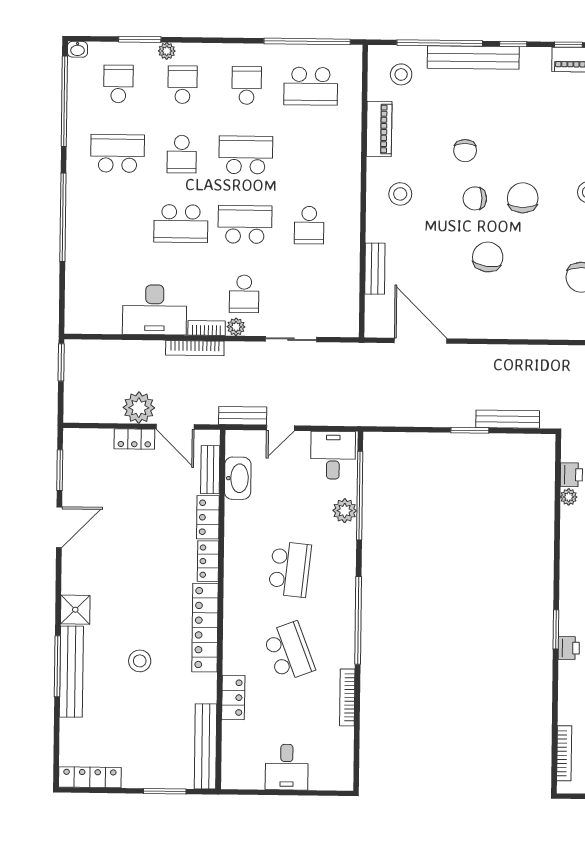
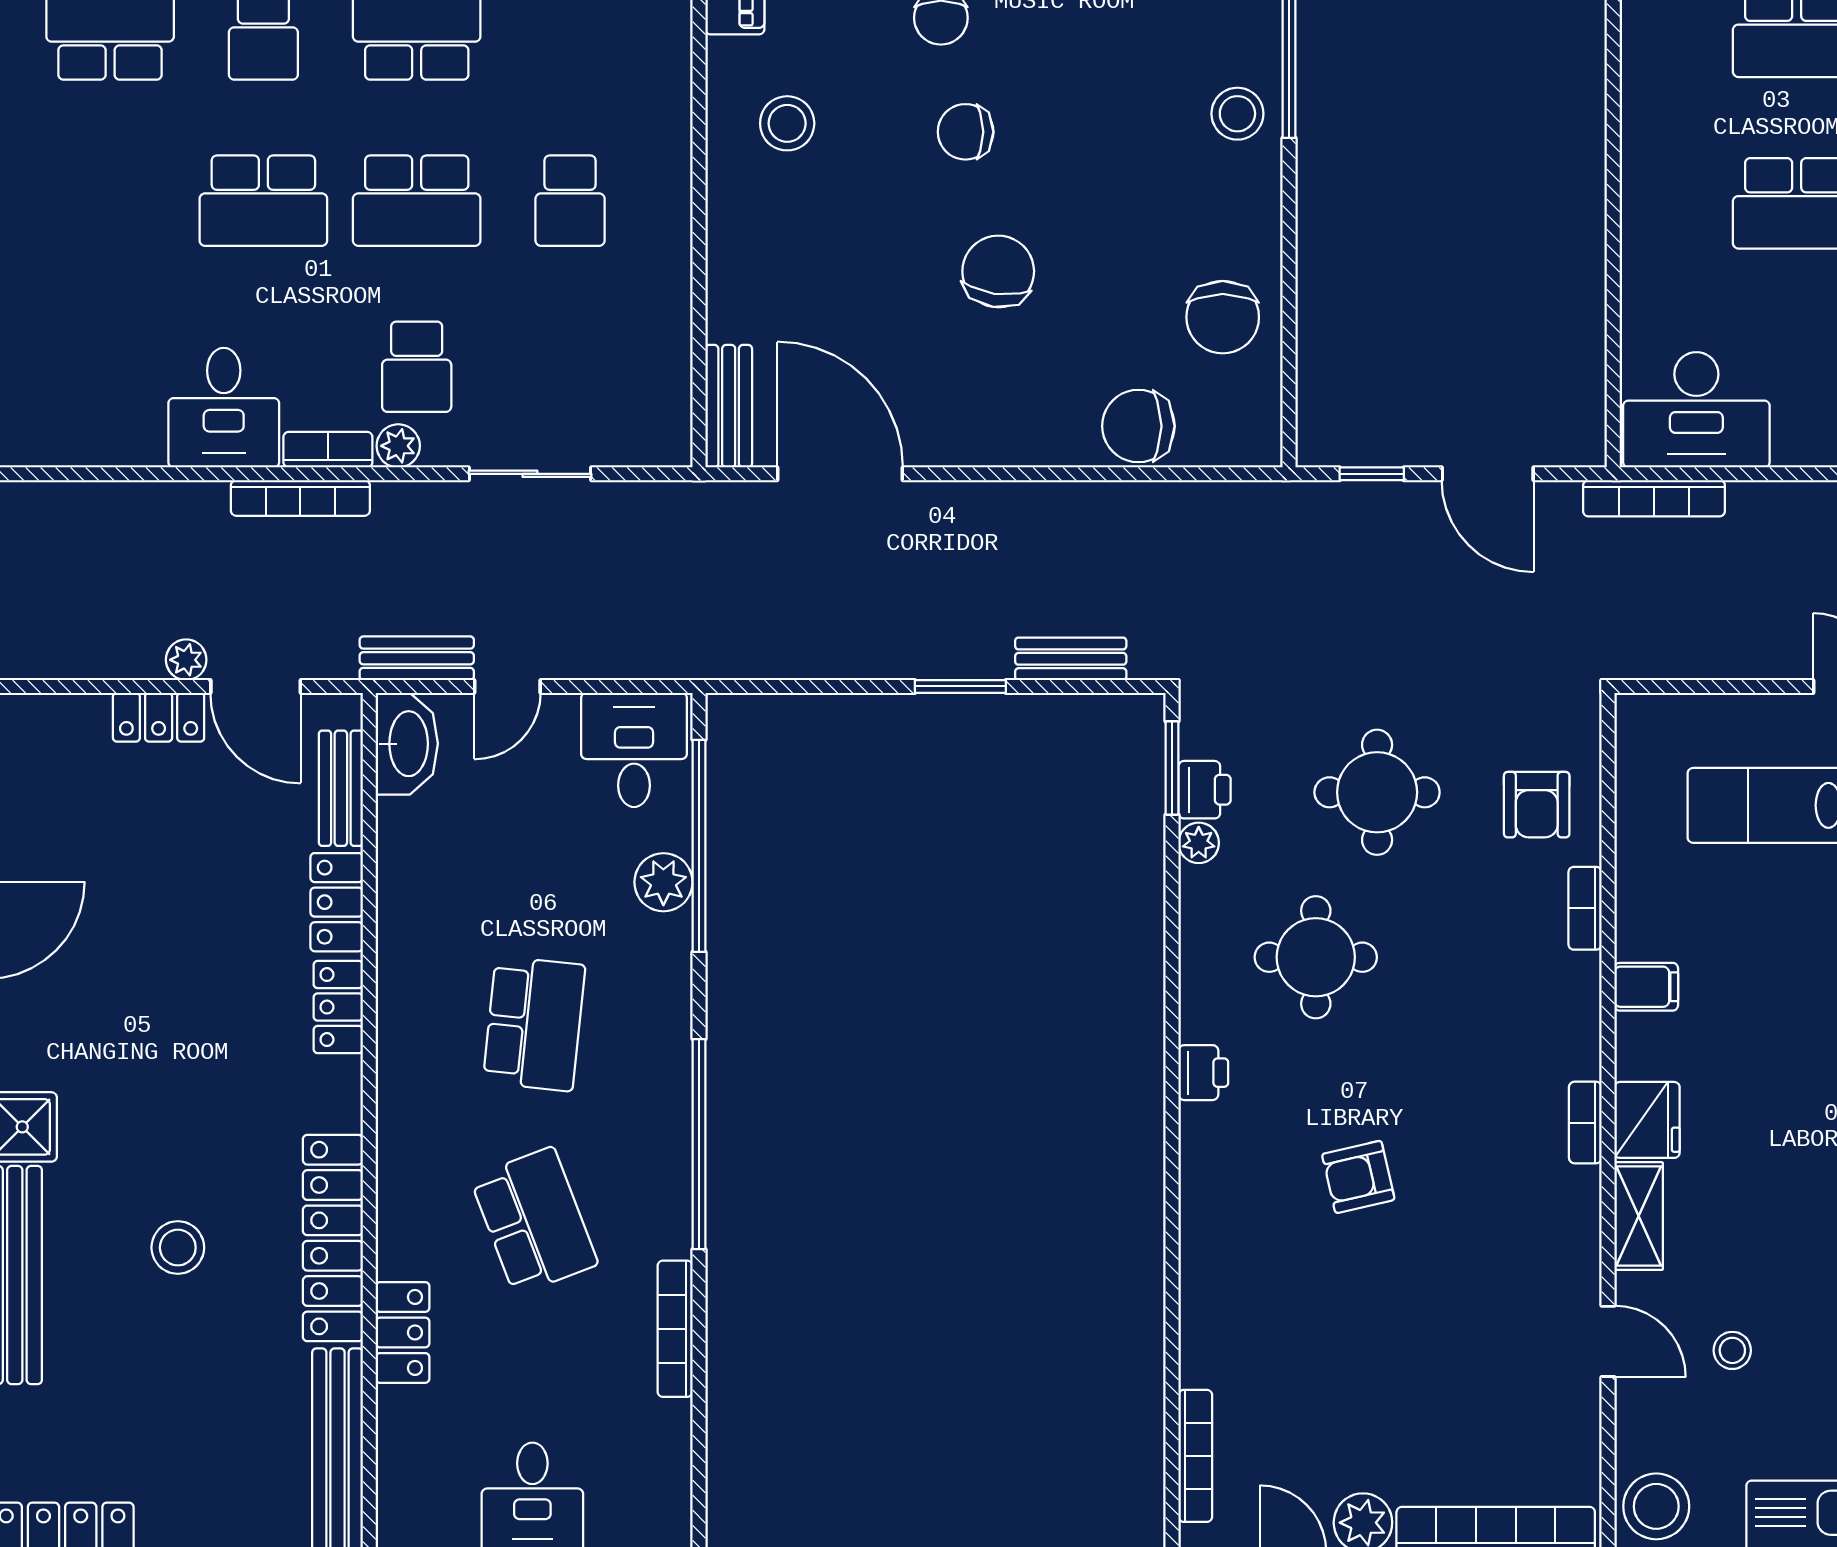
chair: (523, 198) -> (1138, 426), moved, turned -90
school desk: (245, 224) -> (417, 201), turned 180
bench: (375, 269) -> (729, 406), moved
desk: (155, 310) -> (224, 408), width x0.73
plant: (139, 408) -> (186, 660), width x0.53, depth x0.53
bench: (508, 419) -> (1071, 659), width x0.73
washbasin: (238, 478) -> (407, 744), moved
locker: (205, 628) -> (333, 1238), moved
window: (556, 629) -> (1172, 768), moved
printer: (569, 648) -> (1203, 1073), moved

